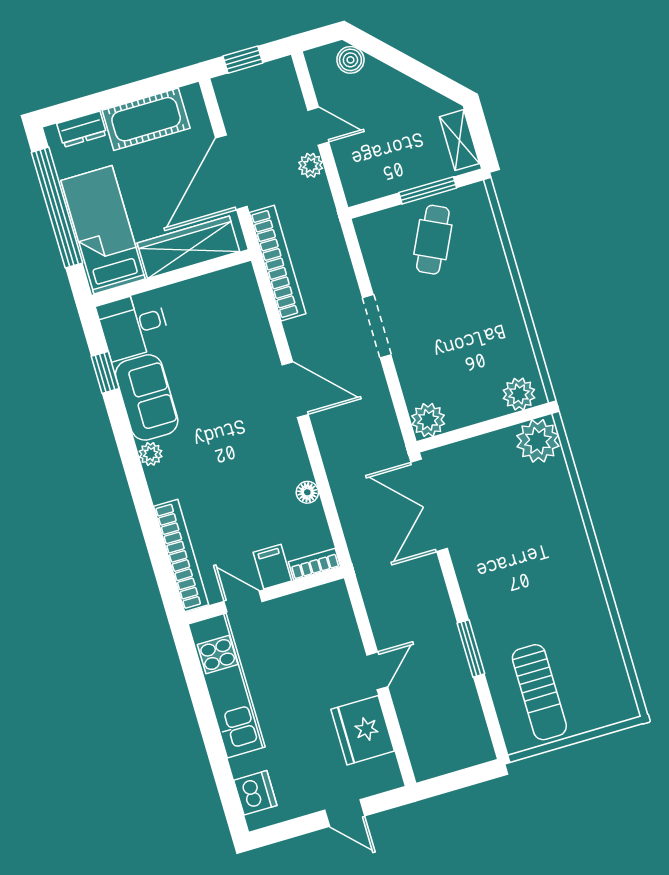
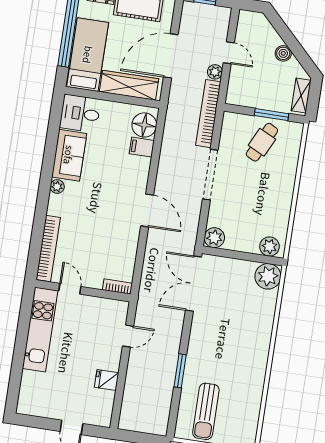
boiler: (350, 60) -> (283, 53), moved
bookcase: (278, 263) -> (208, 114), moved, turned 180
doorway: (377, 326) -> (210, 175), width x1.36
window: (105, 372) -> (53, 131), removed
door: (295, 390) -> (147, 210), moved
floor lamp: (307, 492) -> (144, 125), moved, width x1.89, depth x1.89
filing cabinet: (272, 567) -> (142, 147), moved, turned -90
door: (377, 671) -> (128, 336), moved
fridge: (363, 730) -> (107, 380), width x0.53, depth x0.75
dishwasher: (255, 793) -> (29, 394), removed

